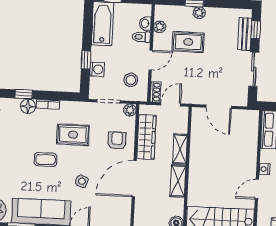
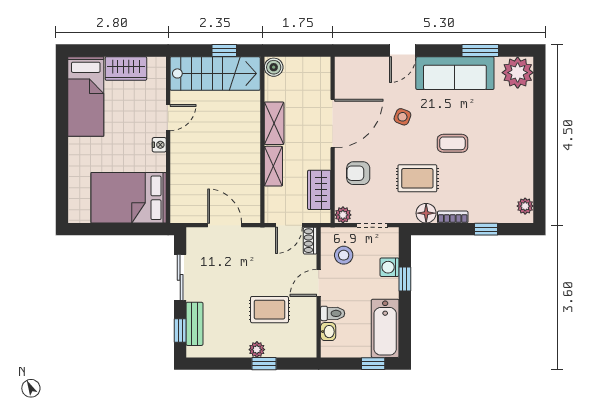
plant: (160, 27) -> (309, 328), removed
floor lamp: (28, 106) -> (426, 213), moved
wardrobe: (146, 137) -> (319, 190), width x0.67
armchair: (117, 141) -> (358, 173), turned 90

